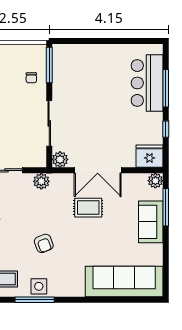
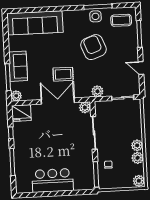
bar counter: (147, 83) -> (53, 180), moved, turned -90
armchair: (44, 243) -> (93, 47), width x1.88, depth x1.88

